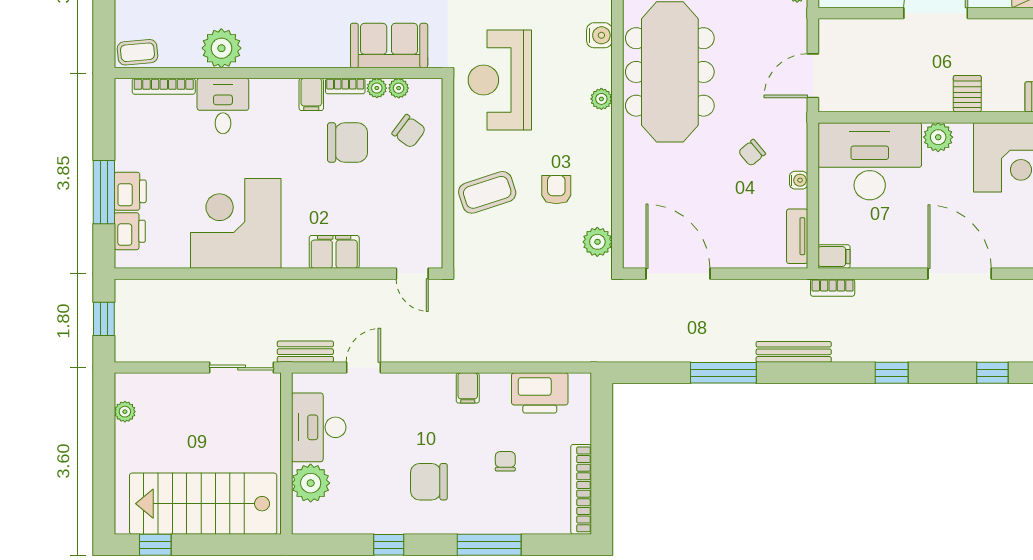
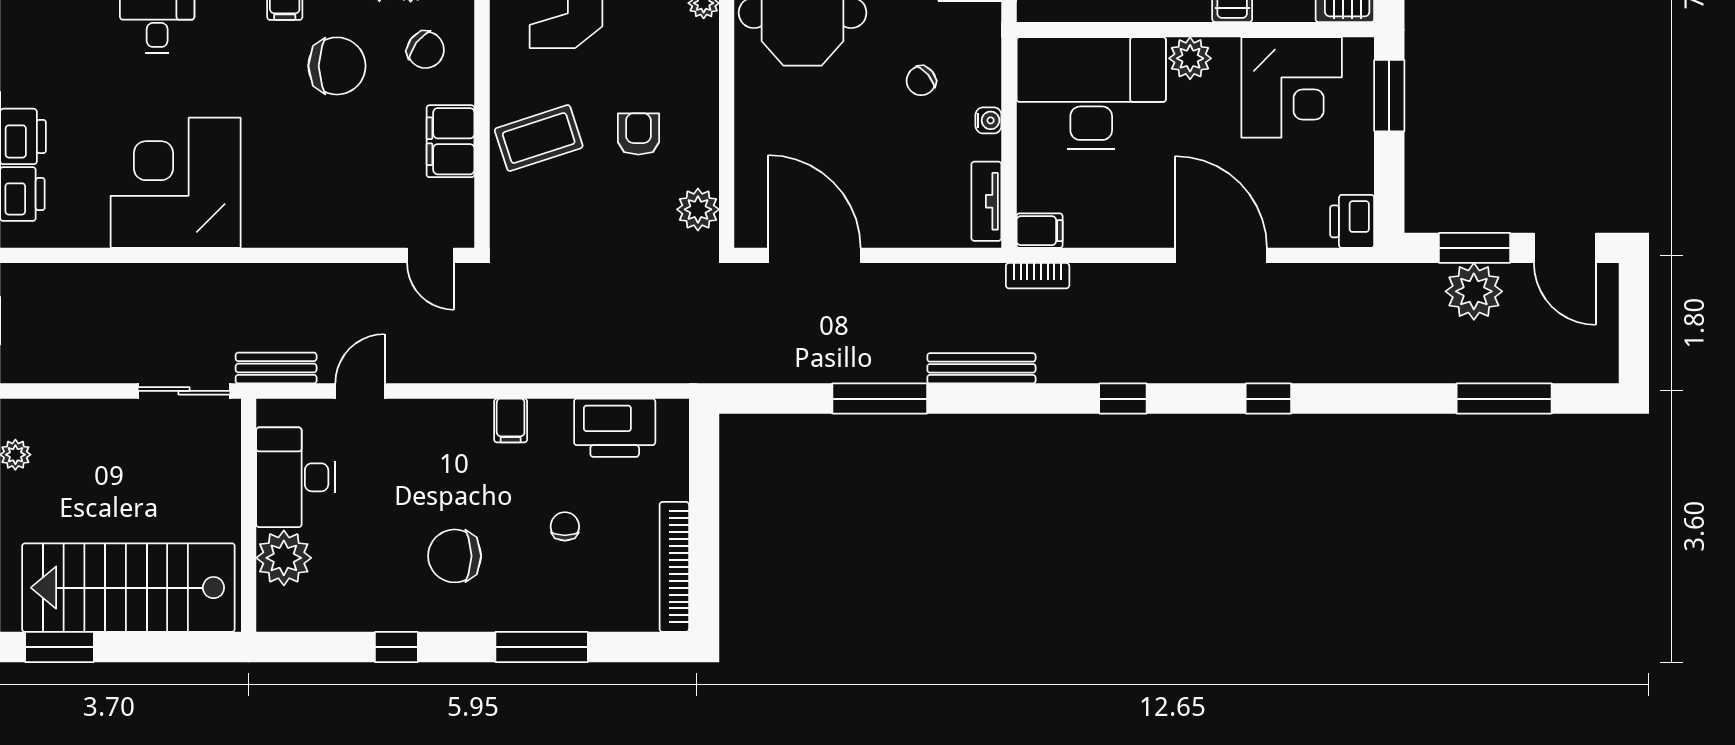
filing cabinet: (334, 252) -> (450, 141), moved, turned -90
window: (155, 545) -> (59, 647), width x1.50

